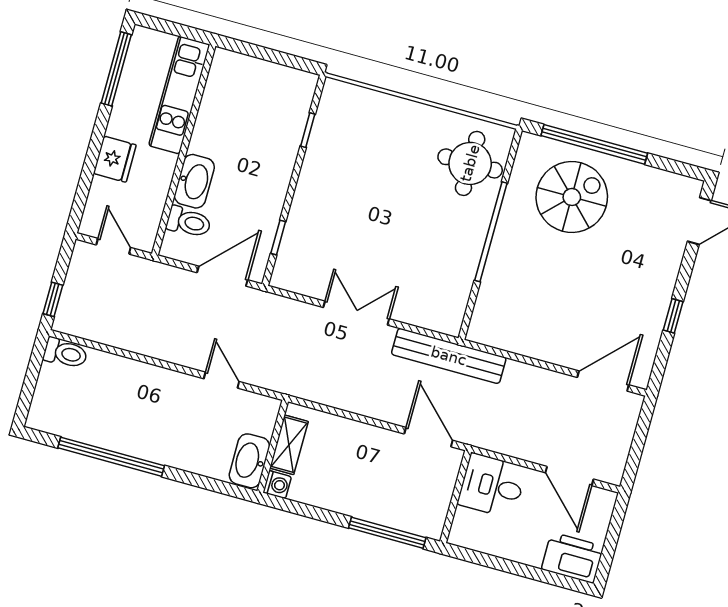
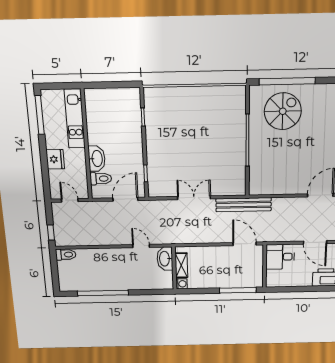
round table: (470, 163) -> (228, 110), removed
washbasin: (249, 461) -> (165, 259), moved

